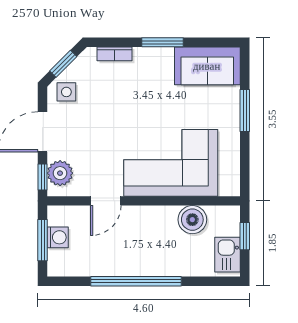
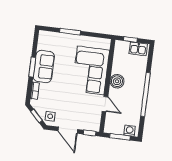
sofa: (207, 66) -> (44, 67), moved
plant: (60, 173) -> (89, 124), removed
boiler: (192, 220) -> (117, 81), moved
washing machine: (58, 237) -> (130, 131), moved

